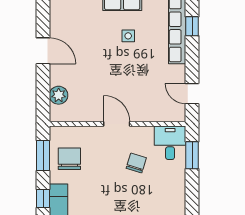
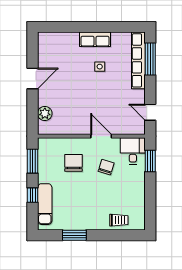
window: (192, 26) -> (150, 59), width x2.17
door: (43, 51) -> (33, 78), hinge flipped
door: (117, 124) -> (101, 136), moved
chair: (69, 159) -> (74, 163), moved

